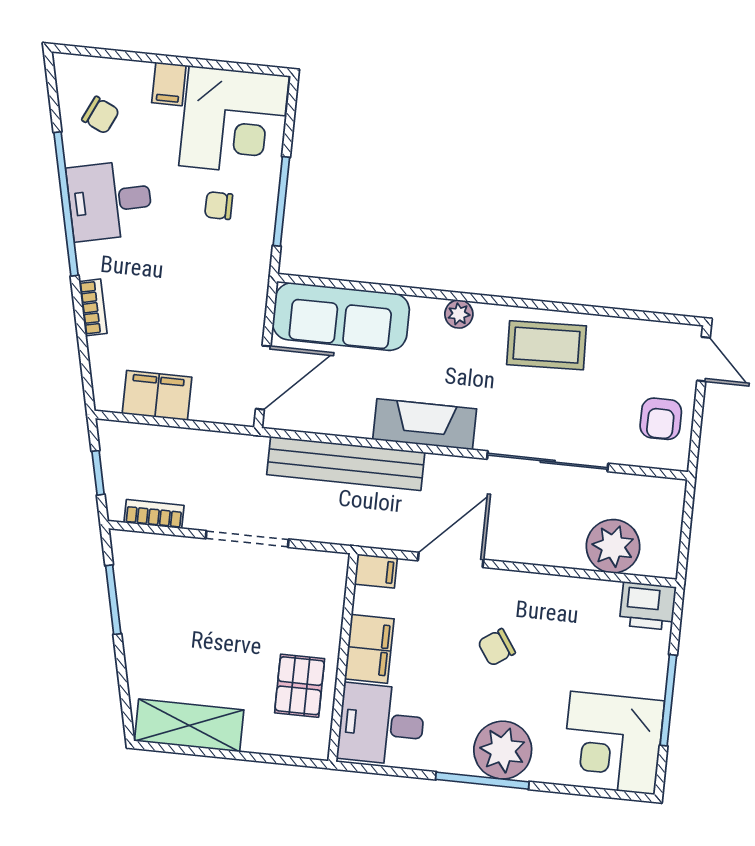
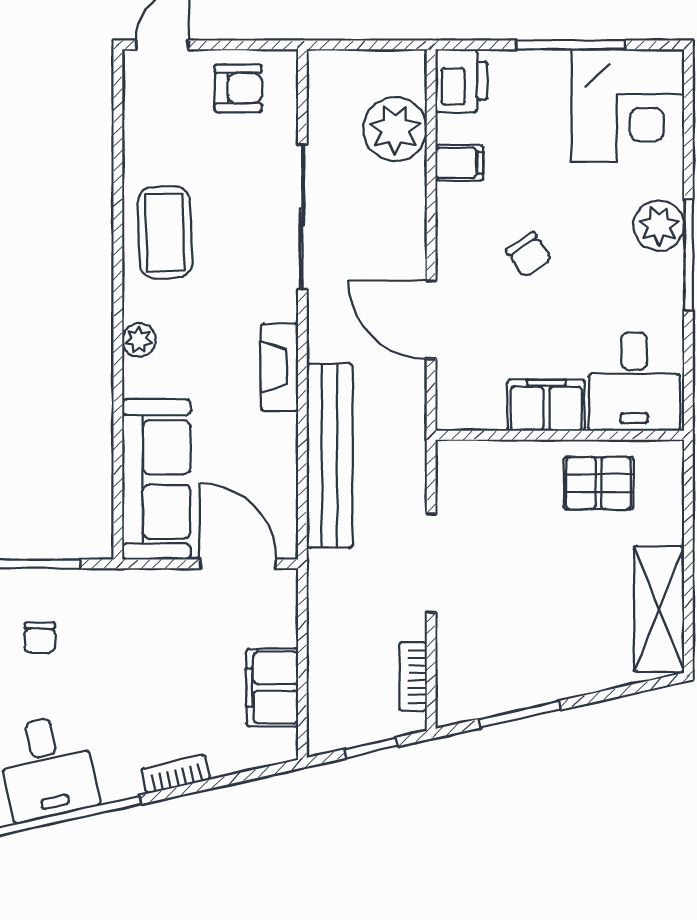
fireplace: (425, 424) -> (279, 367), width x0.73, depth x0.76
filing cabinet: (376, 571) -> (459, 163), moved, turned 90
plant: (503, 750) -> (659, 226), width x0.73, depth x0.73

